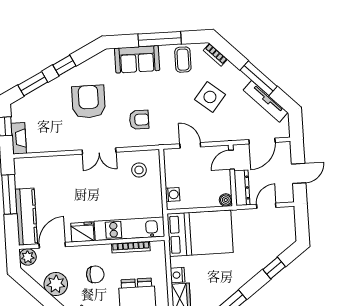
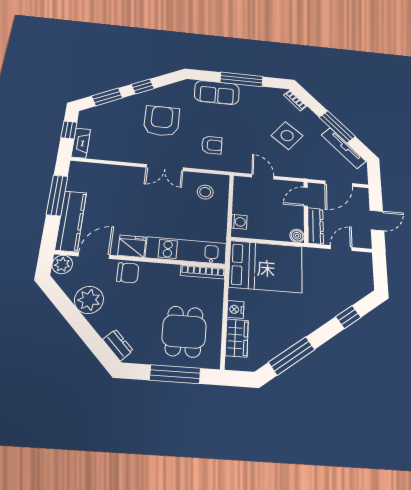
coffee table: (183, 60) -> (263, 100), removed
bookcase: (131, 247) -> (203, 272), moved
chair: (95, 274) -> (128, 273), moved

